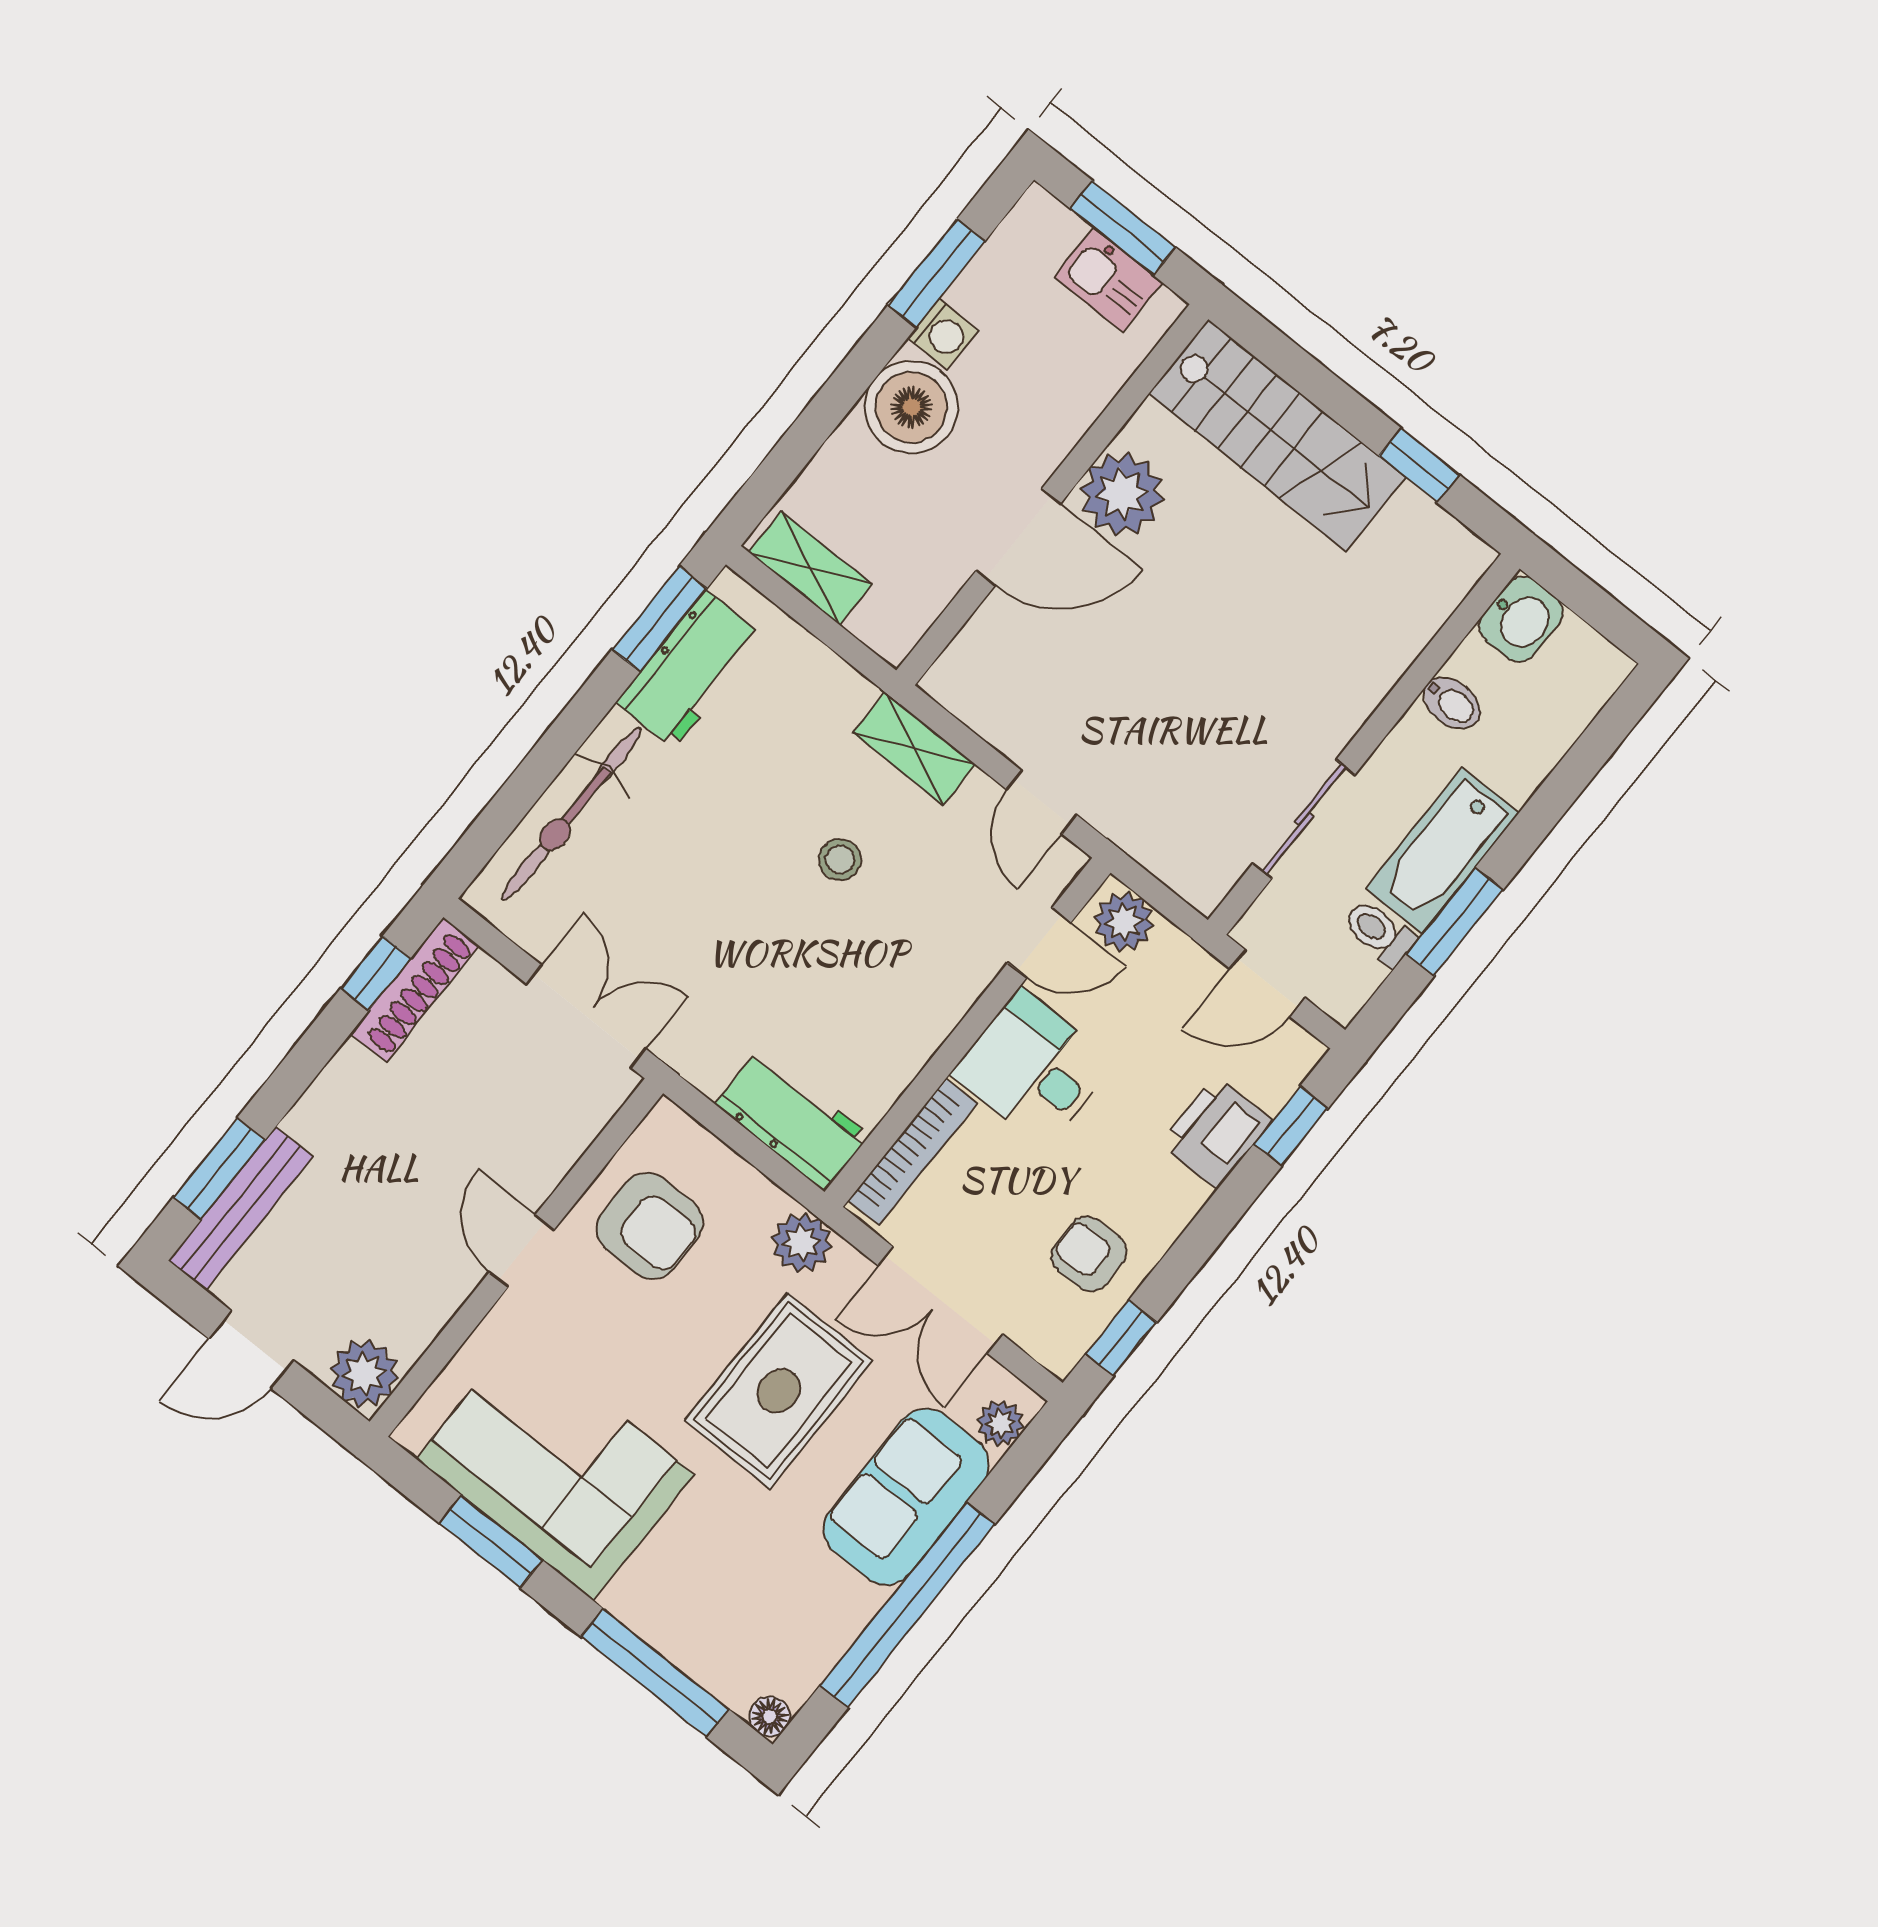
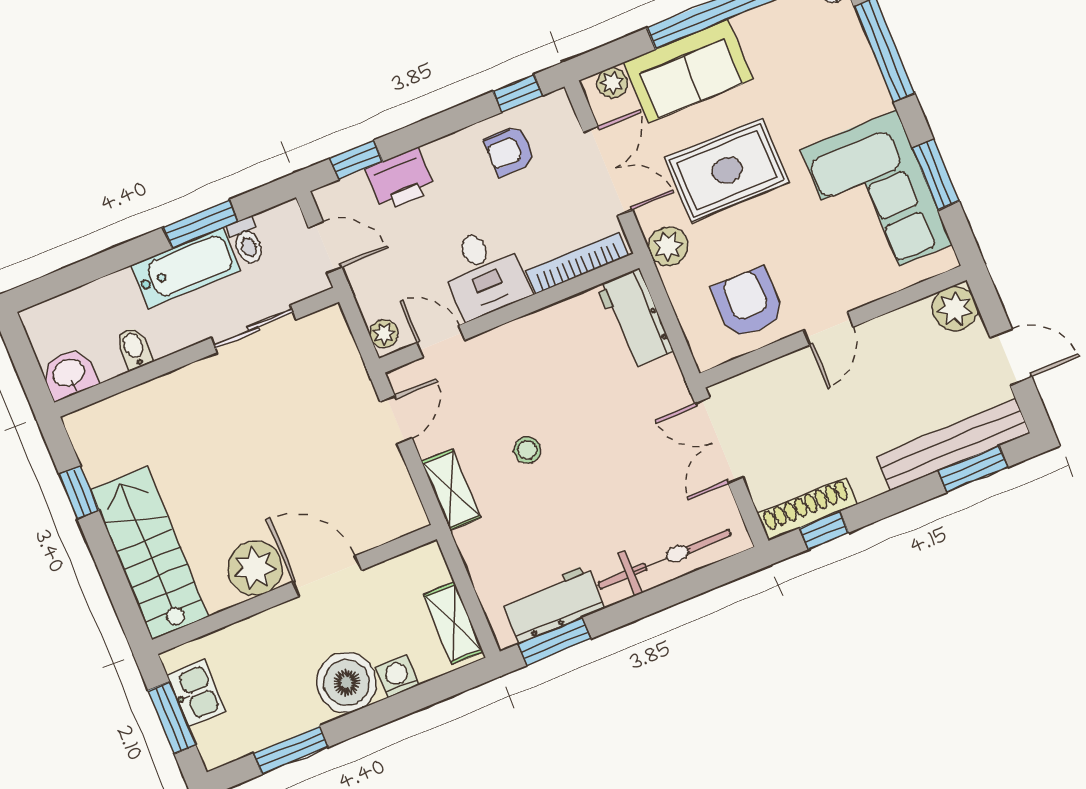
washing machine: (943, 334) -> (397, 676), moved
plant: (1124, 922) -> (384, 334), width x0.73, depth x0.73
bench: (241, 1208) -> (953, 445), width x1.37, depth x1.21
armchair: (1089, 1254) -> (510, 151), turned 90

